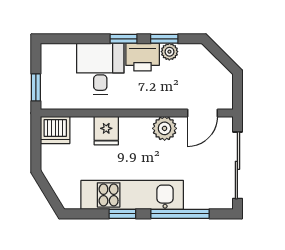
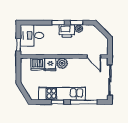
desk: (100, 69) -> (32, 35), moved, turned -90
door: (202, 113) -> (94, 56), hinge flipped
plant: (165, 128) -> (62, 63), moved
dishwasher: (55, 130) -> (37, 64), moved

